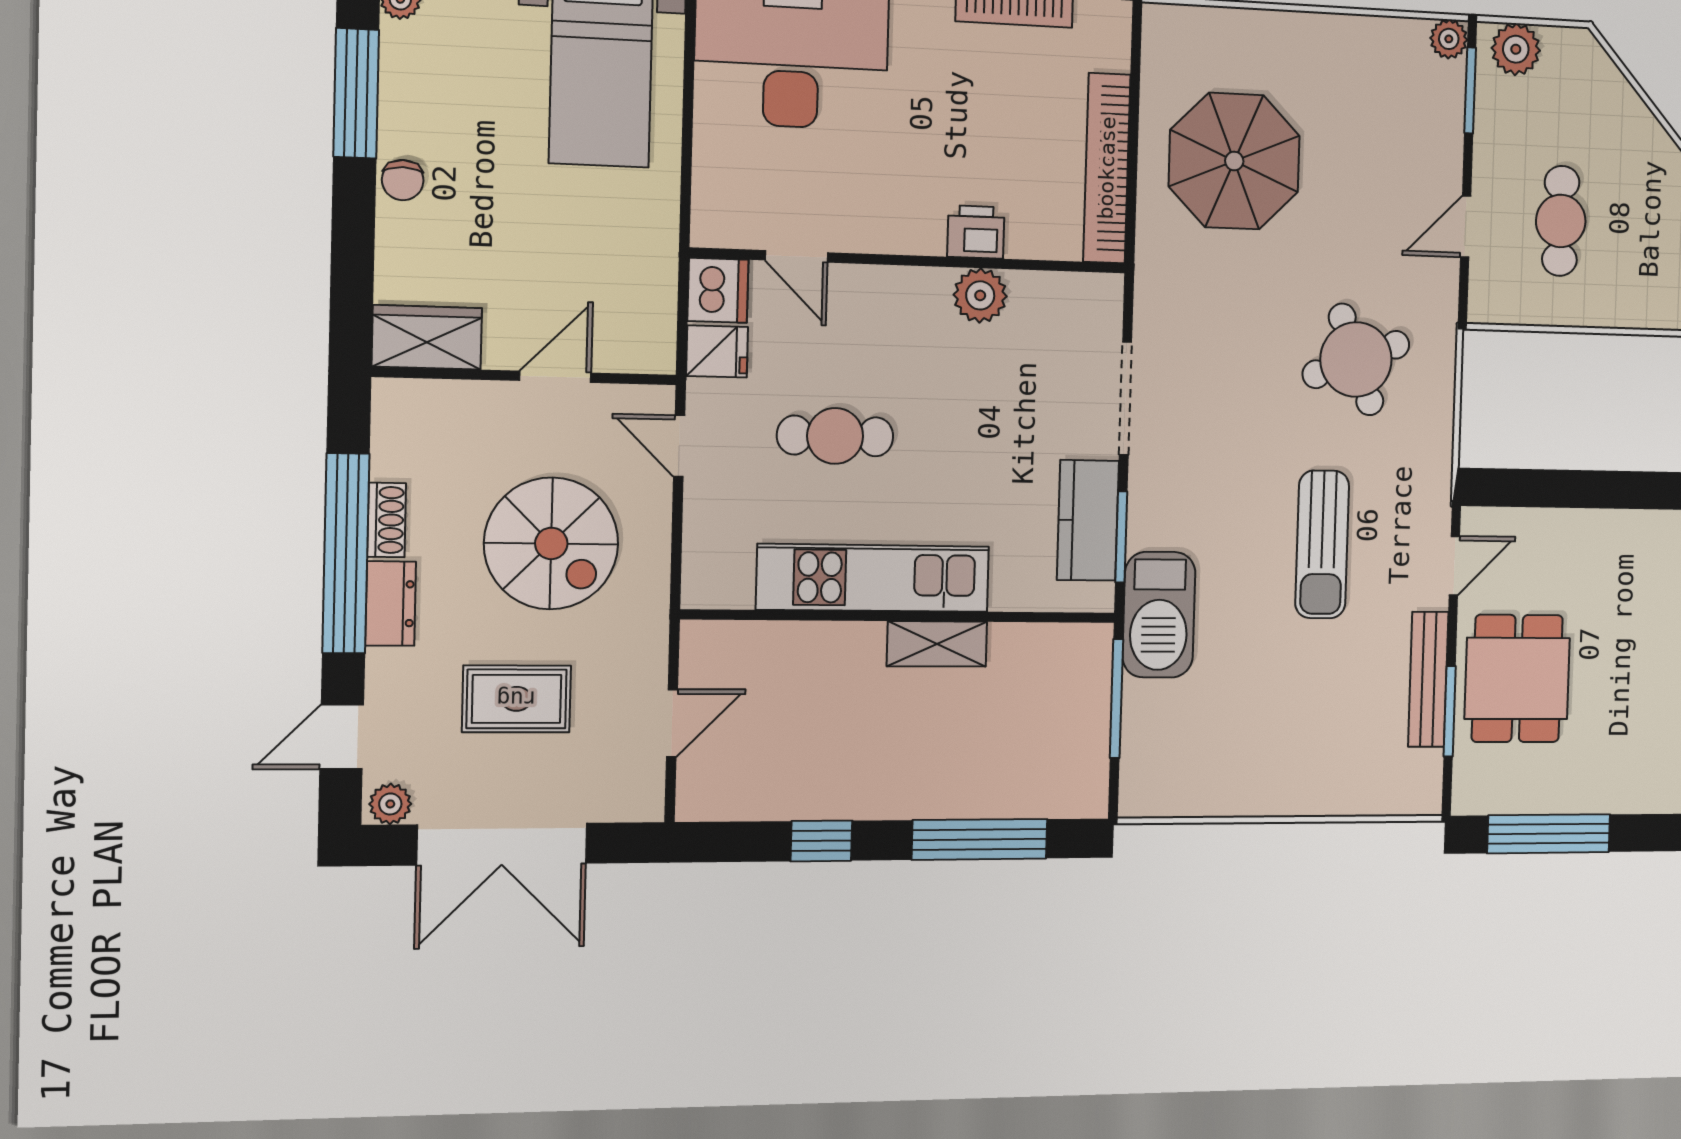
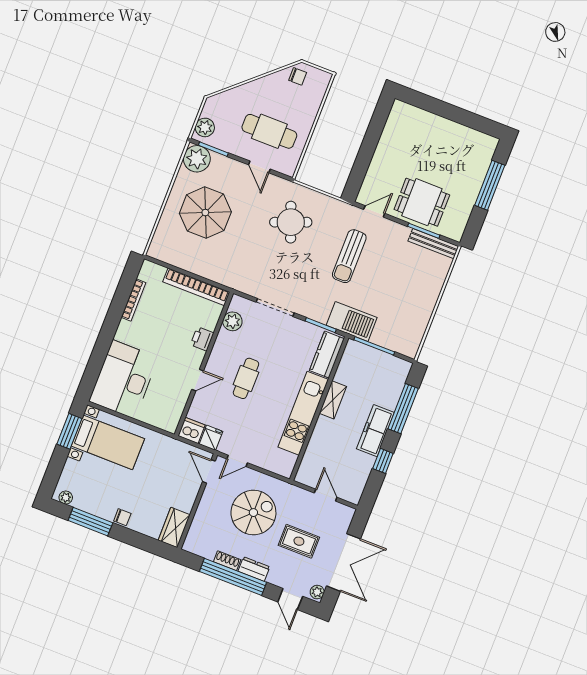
plant: (1449, 39) -> (197, 159), width x1.87, depth x1.87
parasol: (1234, 161) -> (205, 213), moved
cafe table: (1561, 221) -> (269, 131), width x1.37, depth x1.35
door: (796, 256) -> (198, 380), moved
plant: (980, 295) -> (232, 321), moved
door: (555, 377) -> (209, 471), moved
cafe table: (835, 436) -> (246, 378), moved
kitchen counter: (1088, 520) -> (327, 355), moved, turned 90
sun lounger: (1322, 544) -> (349, 256), turned 90
door: (1454, 566) -> (374, 211), hinge flipped
bench: (1428, 679) -> (433, 244), moved
rug: (517, 699) -> (299, 541), turned 90
freezer: (895, 789) -> (375, 431), added
window: (1549, 834) -> (490, 185), moved

